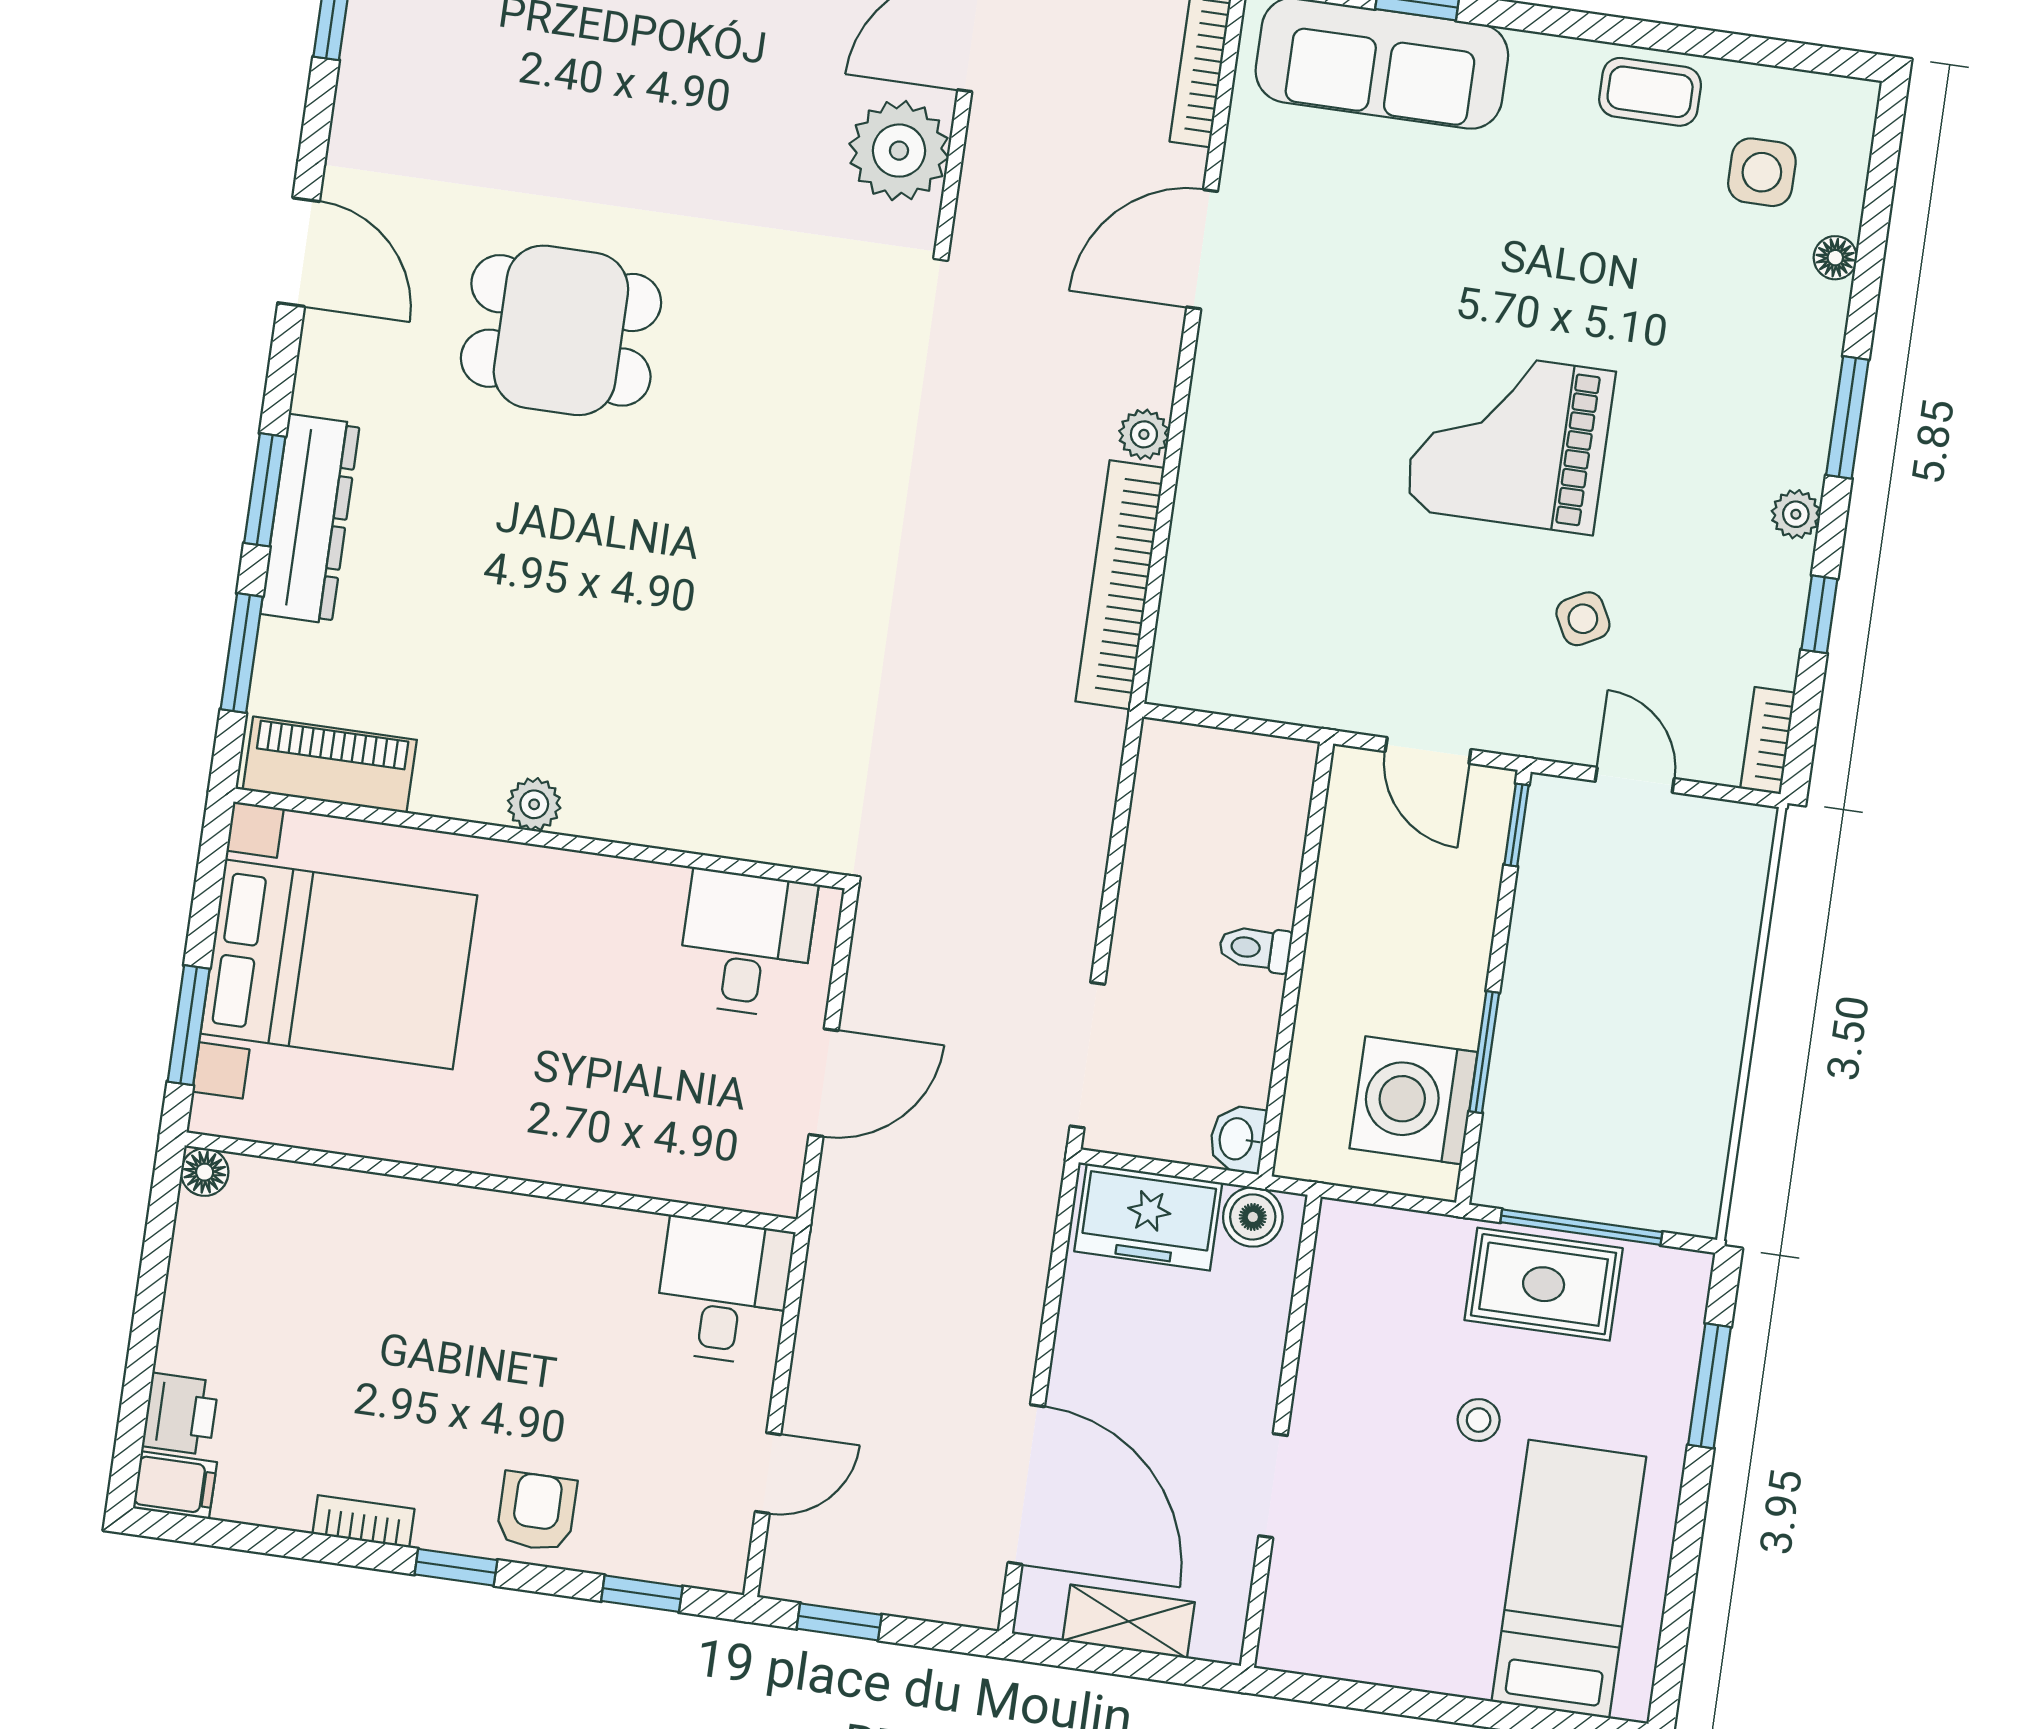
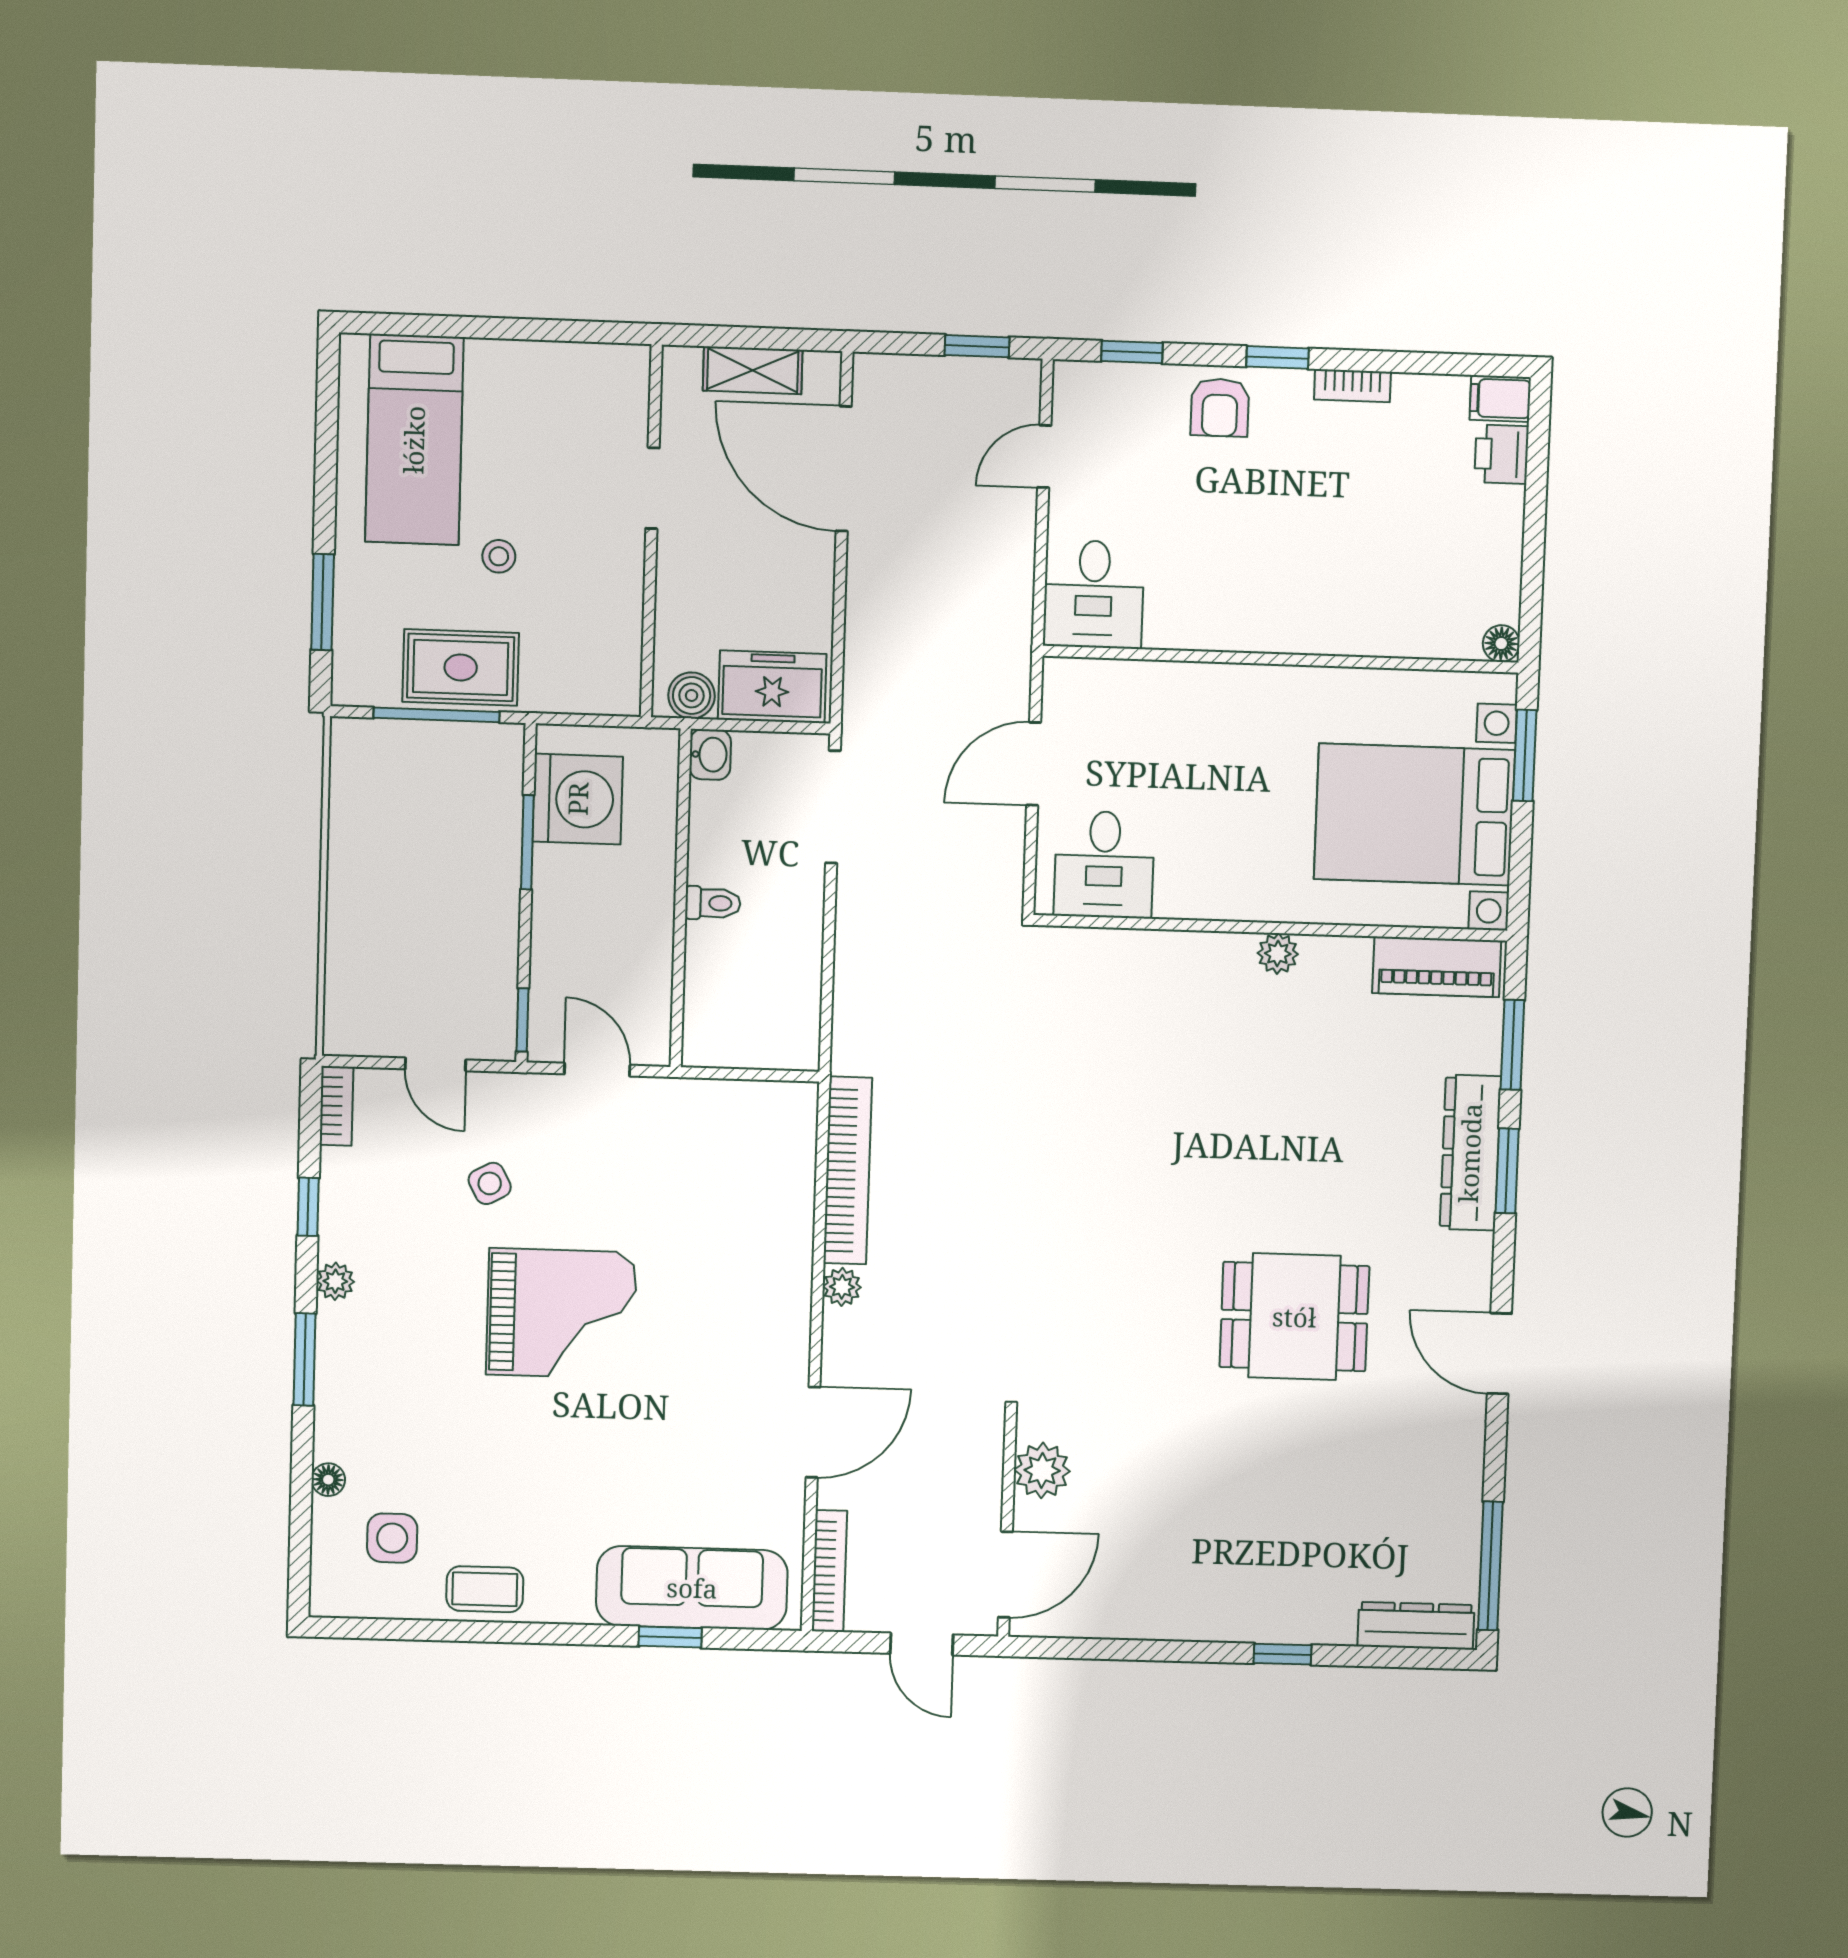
plant: (899, 151) -> (1042, 1470), width x0.73, depth x0.73

